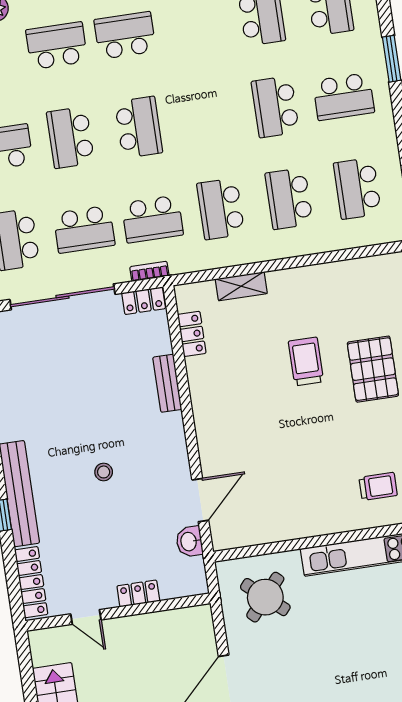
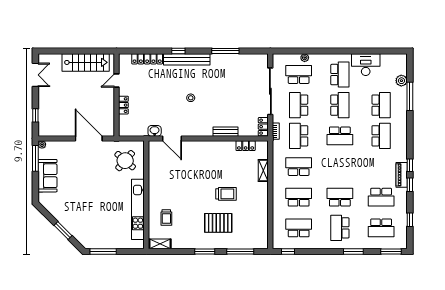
school desk: (70, 137) -> (340, 105), turned 90
locker: (138, 593) -> (123, 105), moved
wall: (118, 612) -> (117, 95), moved
door: (86, 617) -> (117, 80), moved

